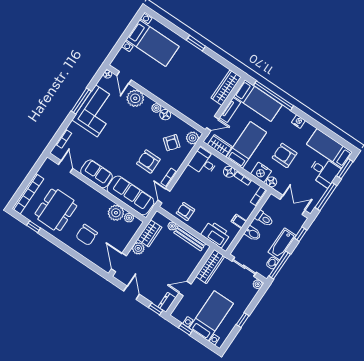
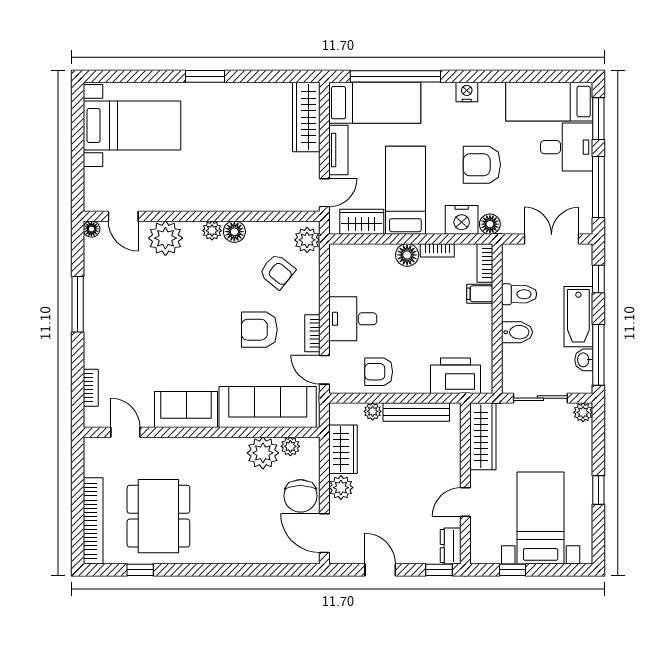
corner sofa: (96, 111) -> (114, 304), removed
desk: (203, 162) -> (353, 319), moved
filing cabinet: (239, 221) -> (480, 294), moved
chair: (87, 235) -> (300, 496), moved

